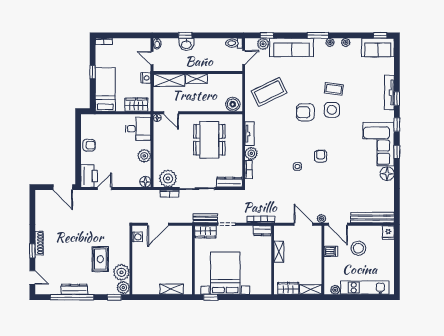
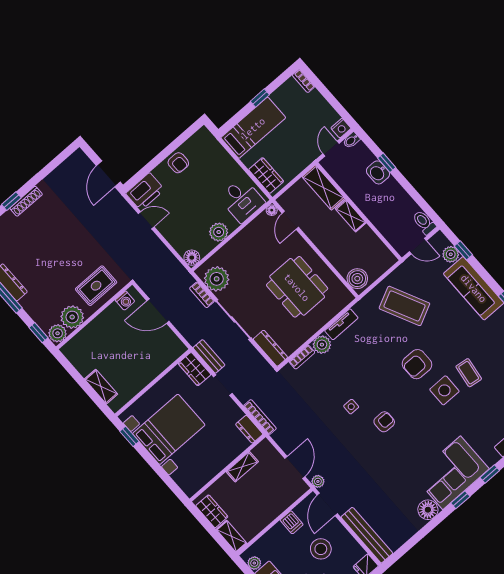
nightstand: (146, 78) -> (341, 128), moved
armchair: (305, 112) -> (417, 364), turned -90
dining table: (209, 140) -> (297, 287), turned 90
rug: (100, 259) -> (96, 286), moved

